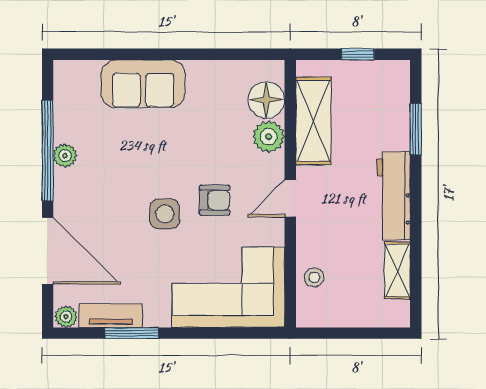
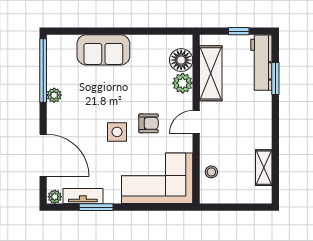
window: (48, 151) -> (43, 71), moved
workbench: (394, 196) -> (261, 63), moved

